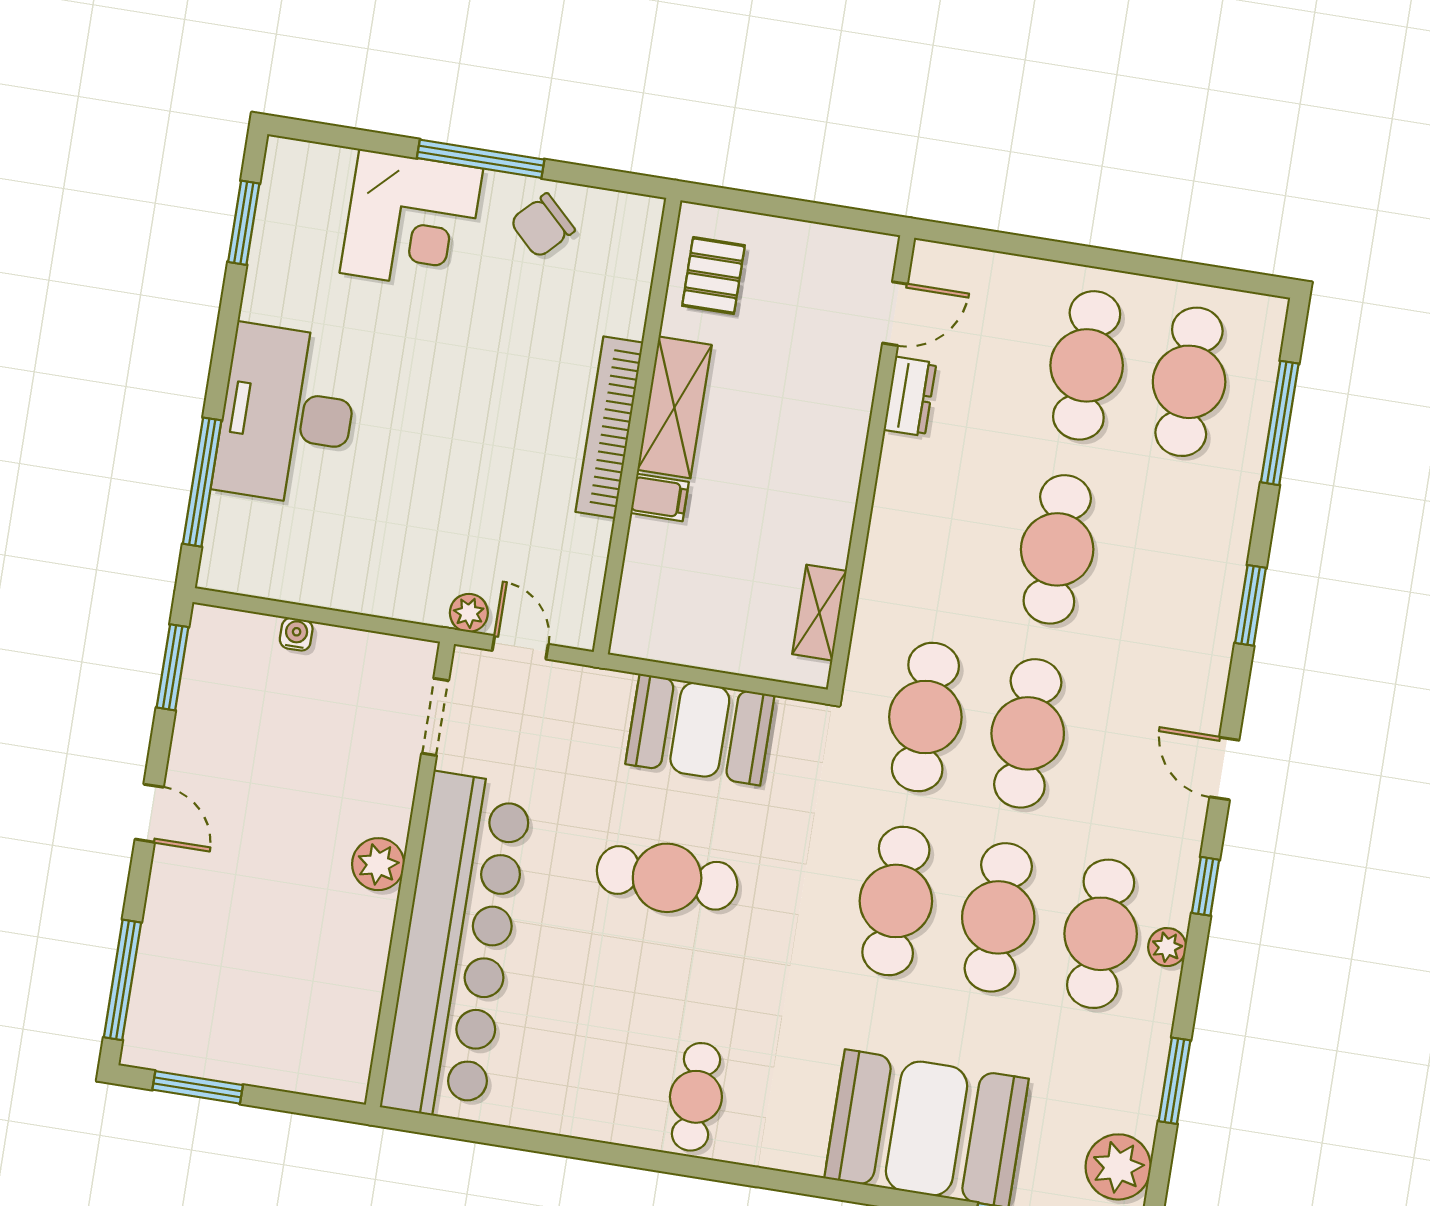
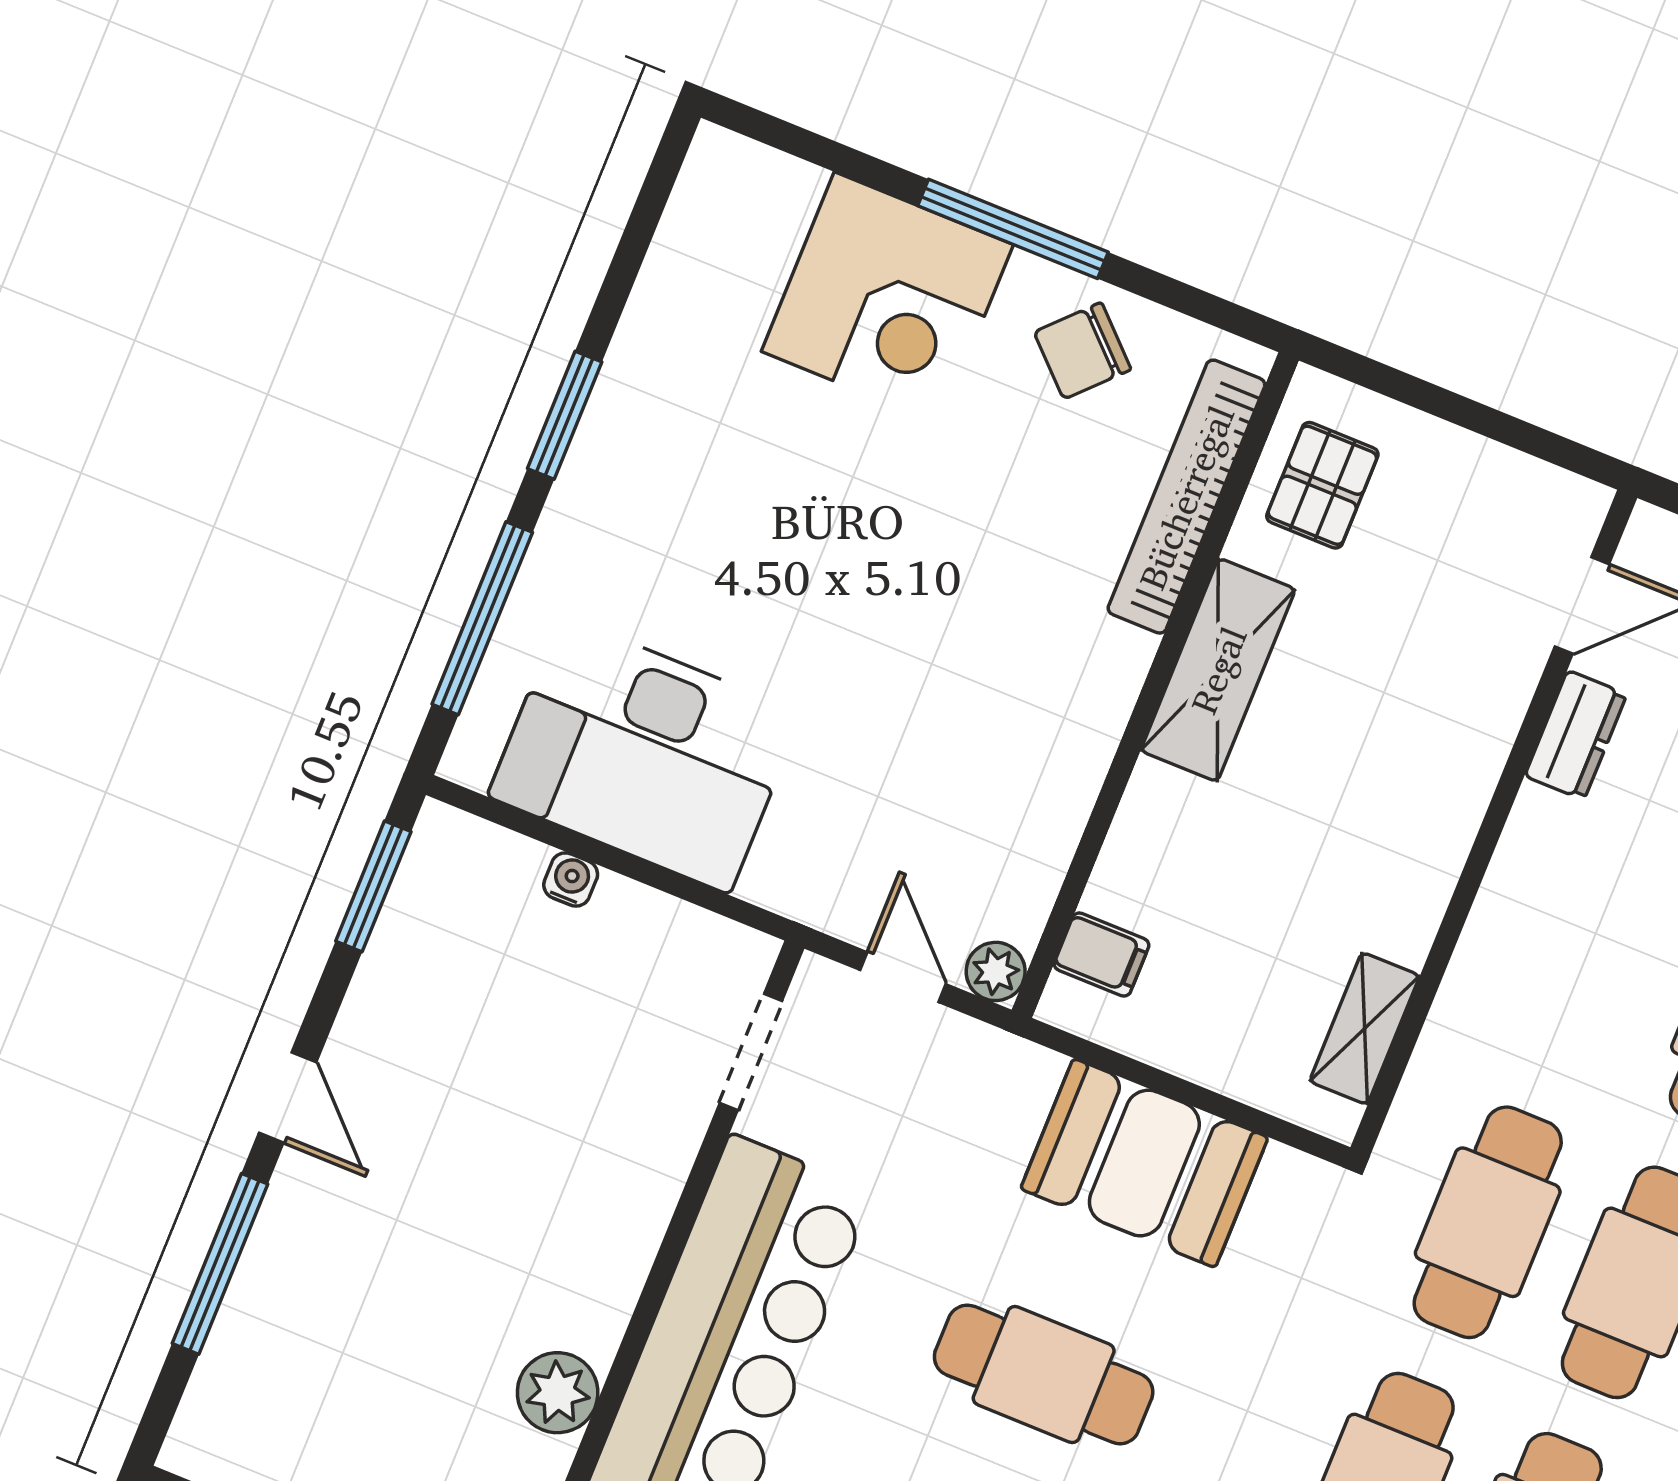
window: (244, 223) -> (565, 415), moved
desk: (287, 415) -> (645, 755), moved, turned -90
bookcase: (609, 427) -> (1186, 497), moved
filing cabinet: (660, 497) -> (1101, 955), moved
plant: (469, 613) -> (996, 971), moved
plant: (378, 864) -> (558, 1393), moved
window: (122, 980) -> (220, 1264), moved

